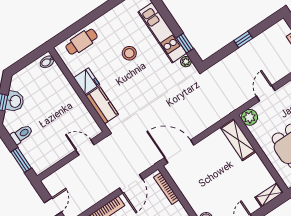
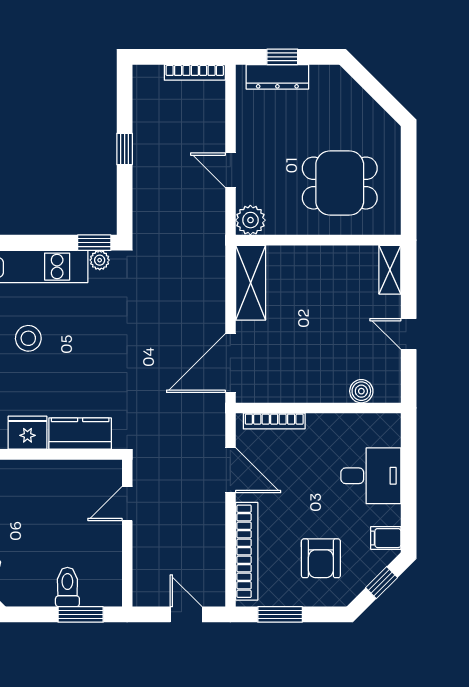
window: (185, 43) -> (94, 243), moved
toilet: (22, 134) -> (67, 587), moved
shelving: (238, 140) -> (251, 283), moved, turned 90

